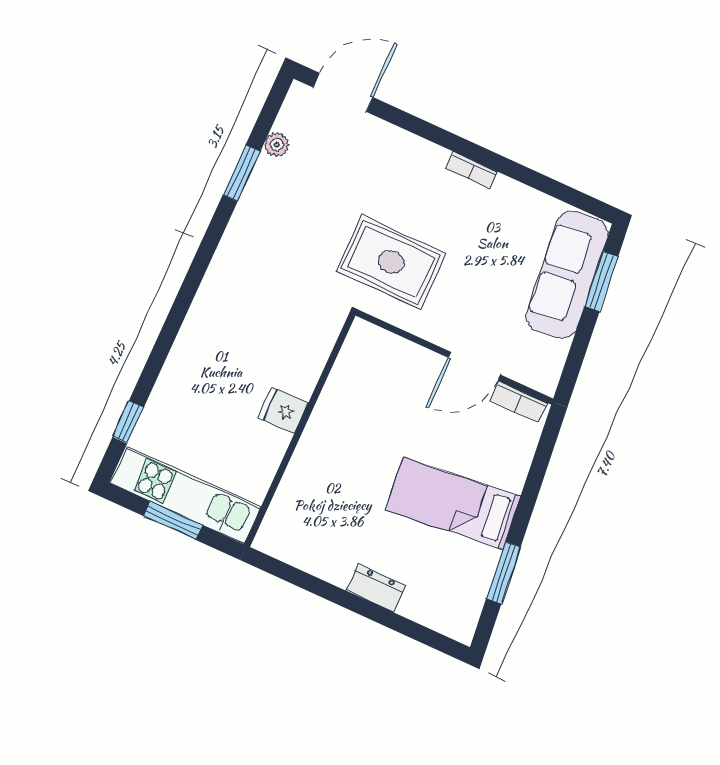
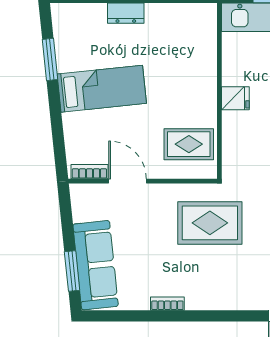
bookcase: (472, 170) -> (167, 304), moved
door: (474, 366) -> (127, 181), hinge flipped
rug: (372, 378) -> (189, 144), added

